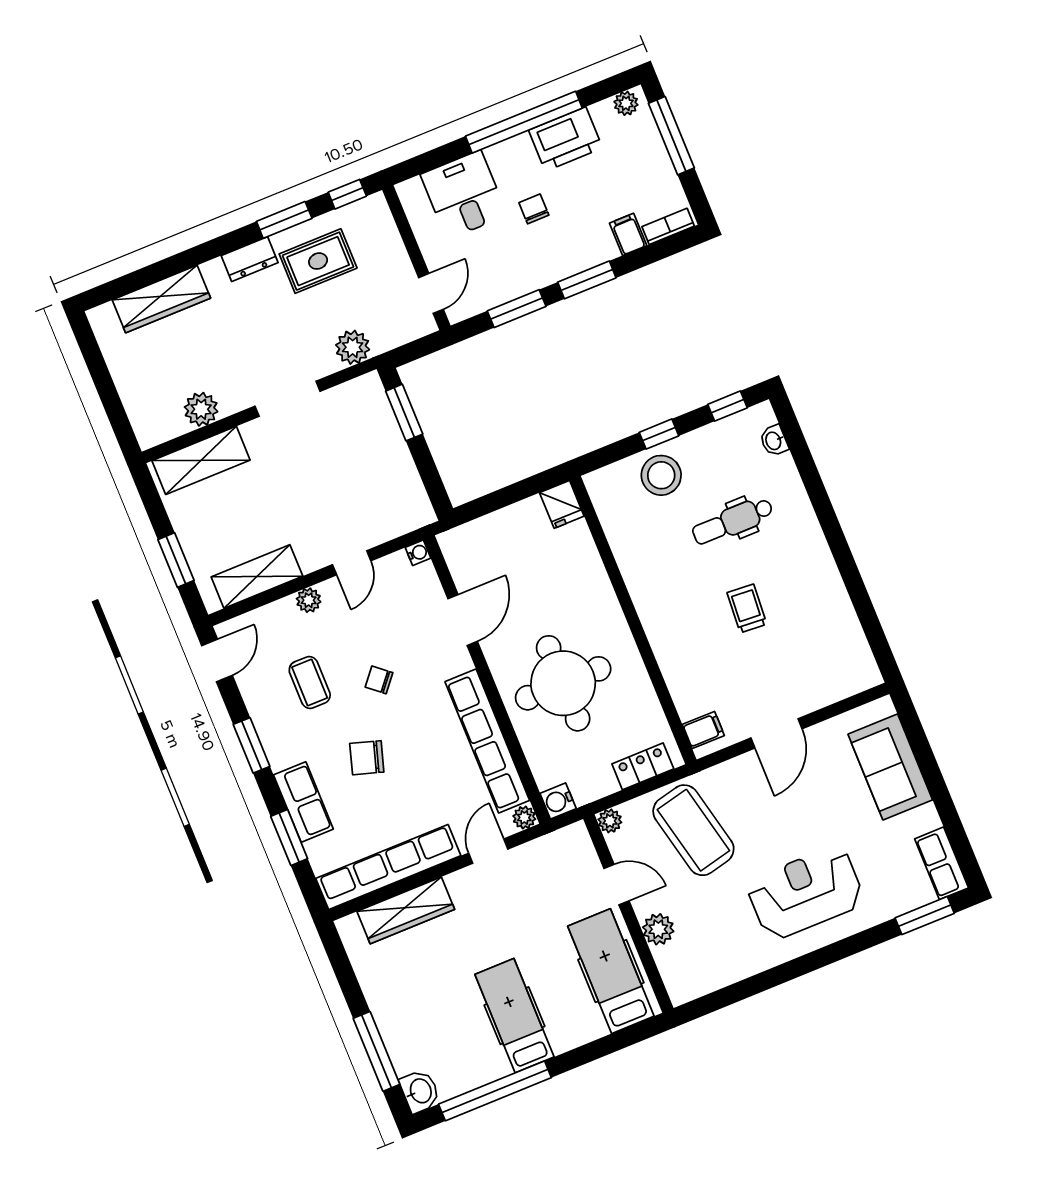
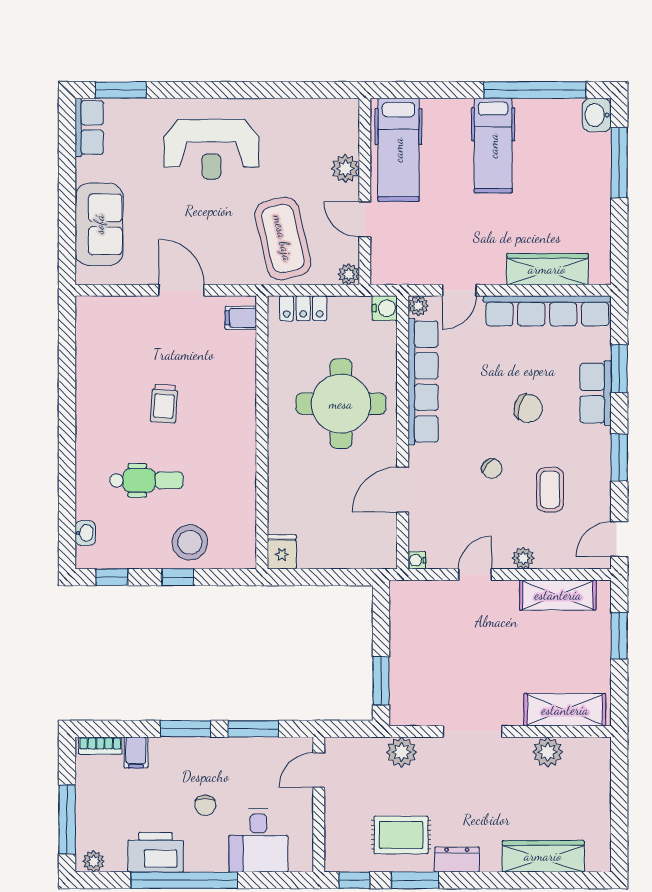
door: (777, 733) -> (182, 290), hinge flipped

